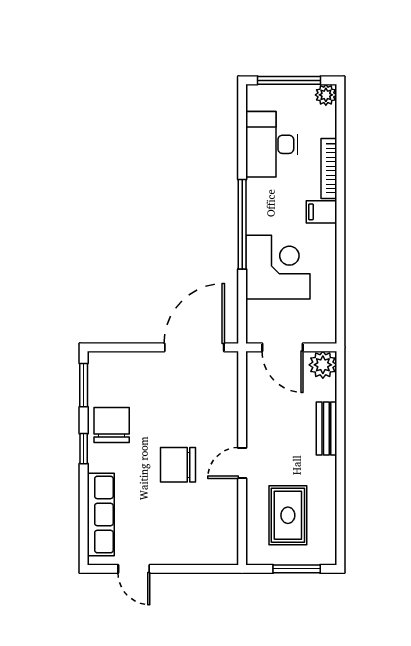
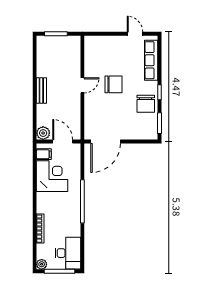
desk: (272, 144) -> (68, 253), moved
filing cabinet: (321, 212) -> (44, 154), moved
corner desk: (278, 267) -> (52, 176), moved, turned 180
bench: (326, 428) -> (41, 91), moved
rug: (288, 515) -> (60, 60), removed

